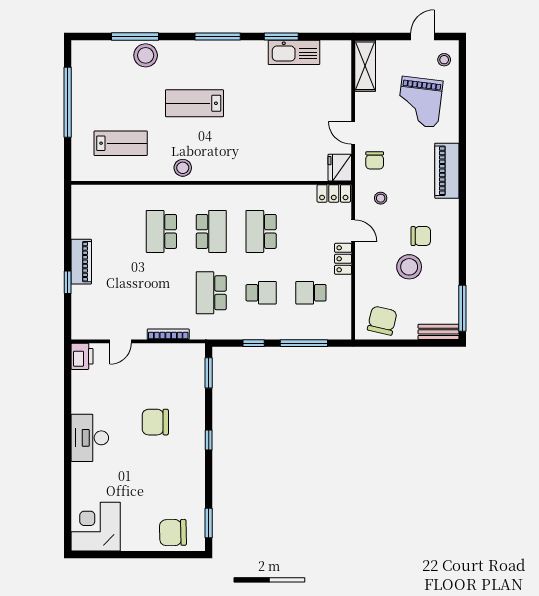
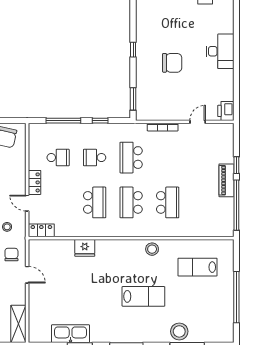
fridge: (340, 168) -> (85, 248), moved, turned 90
window: (68, 228) -> (236, 205), added
school desk: (211, 293) -> (131, 158), turned 180

